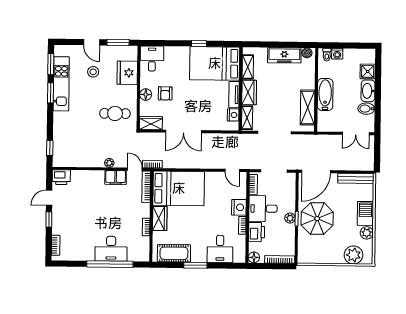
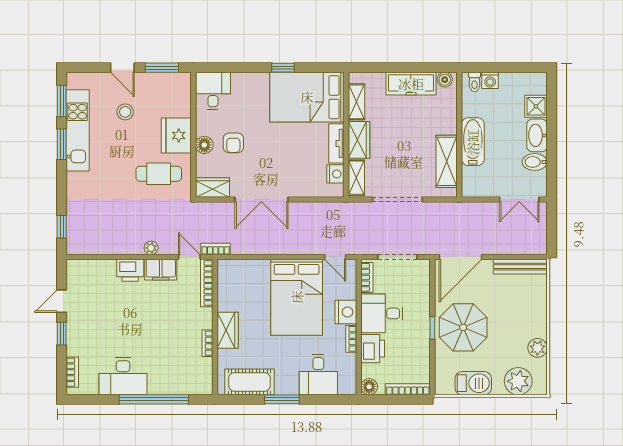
fridge: (127, 73) -> (176, 135), moved
printer: (61, 177) -> (130, 270), moved
bed: (179, 188) -> (297, 297), moved, turned 90
barbecue: (365, 213) -> (473, 383), moved, turned 90
plant: (290, 218) -> (423, 327), removed
desk: (111, 249) -> (123, 376), moved

